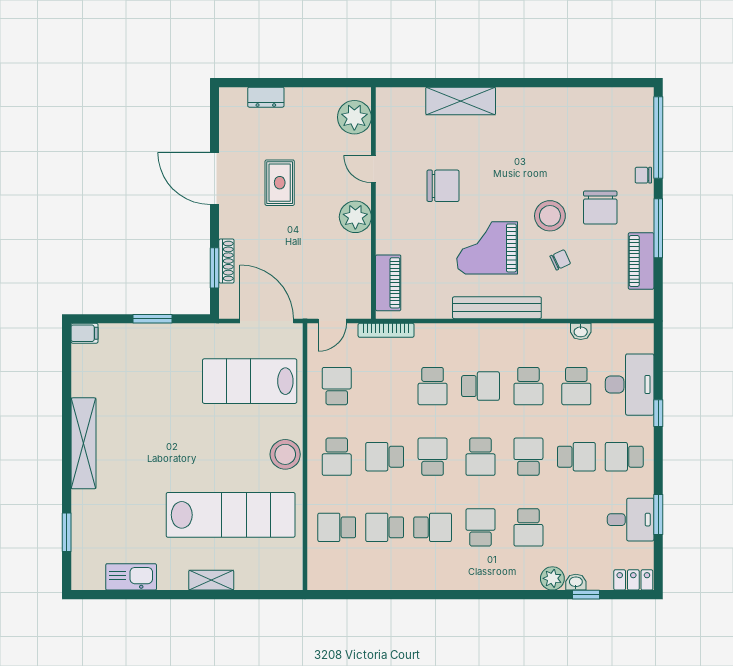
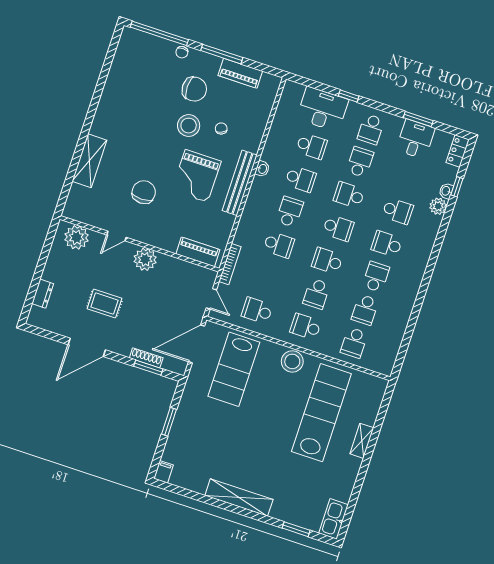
washbasin: (581, 331) -> (262, 169), moved
school desk: (337, 457) -> (306, 327), turned 180
kitchen sink: (131, 577) -> (334, 519), moved

